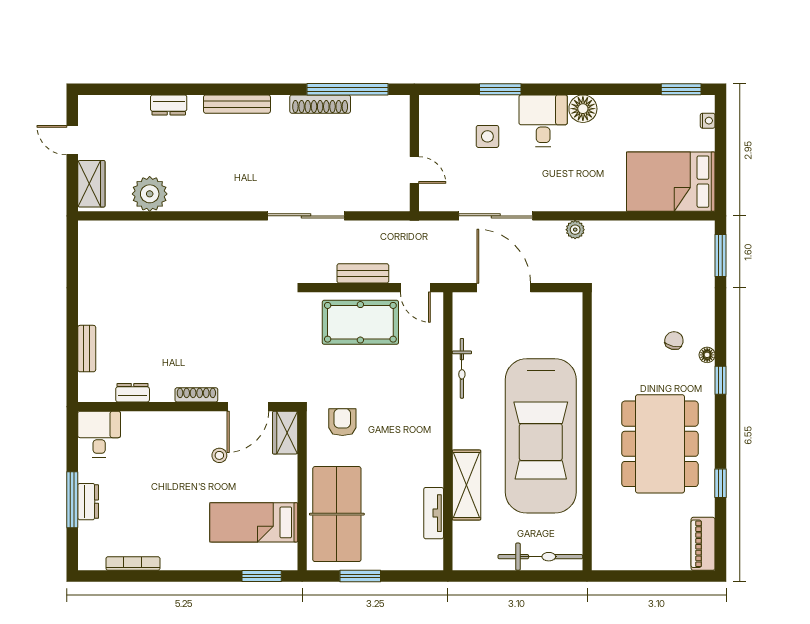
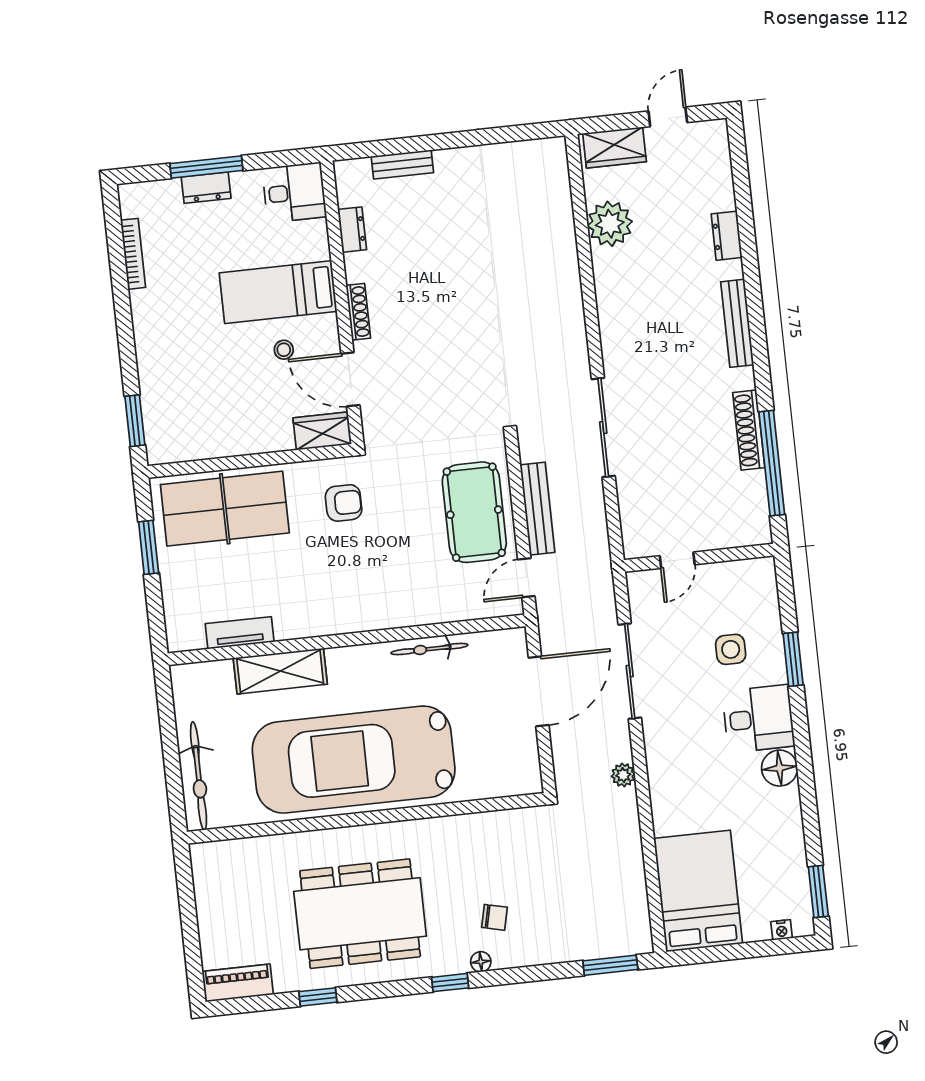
bench: (363, 273) -> (537, 509), width x1.36
bed: (254, 522) -> (278, 292), moved, turned -90

